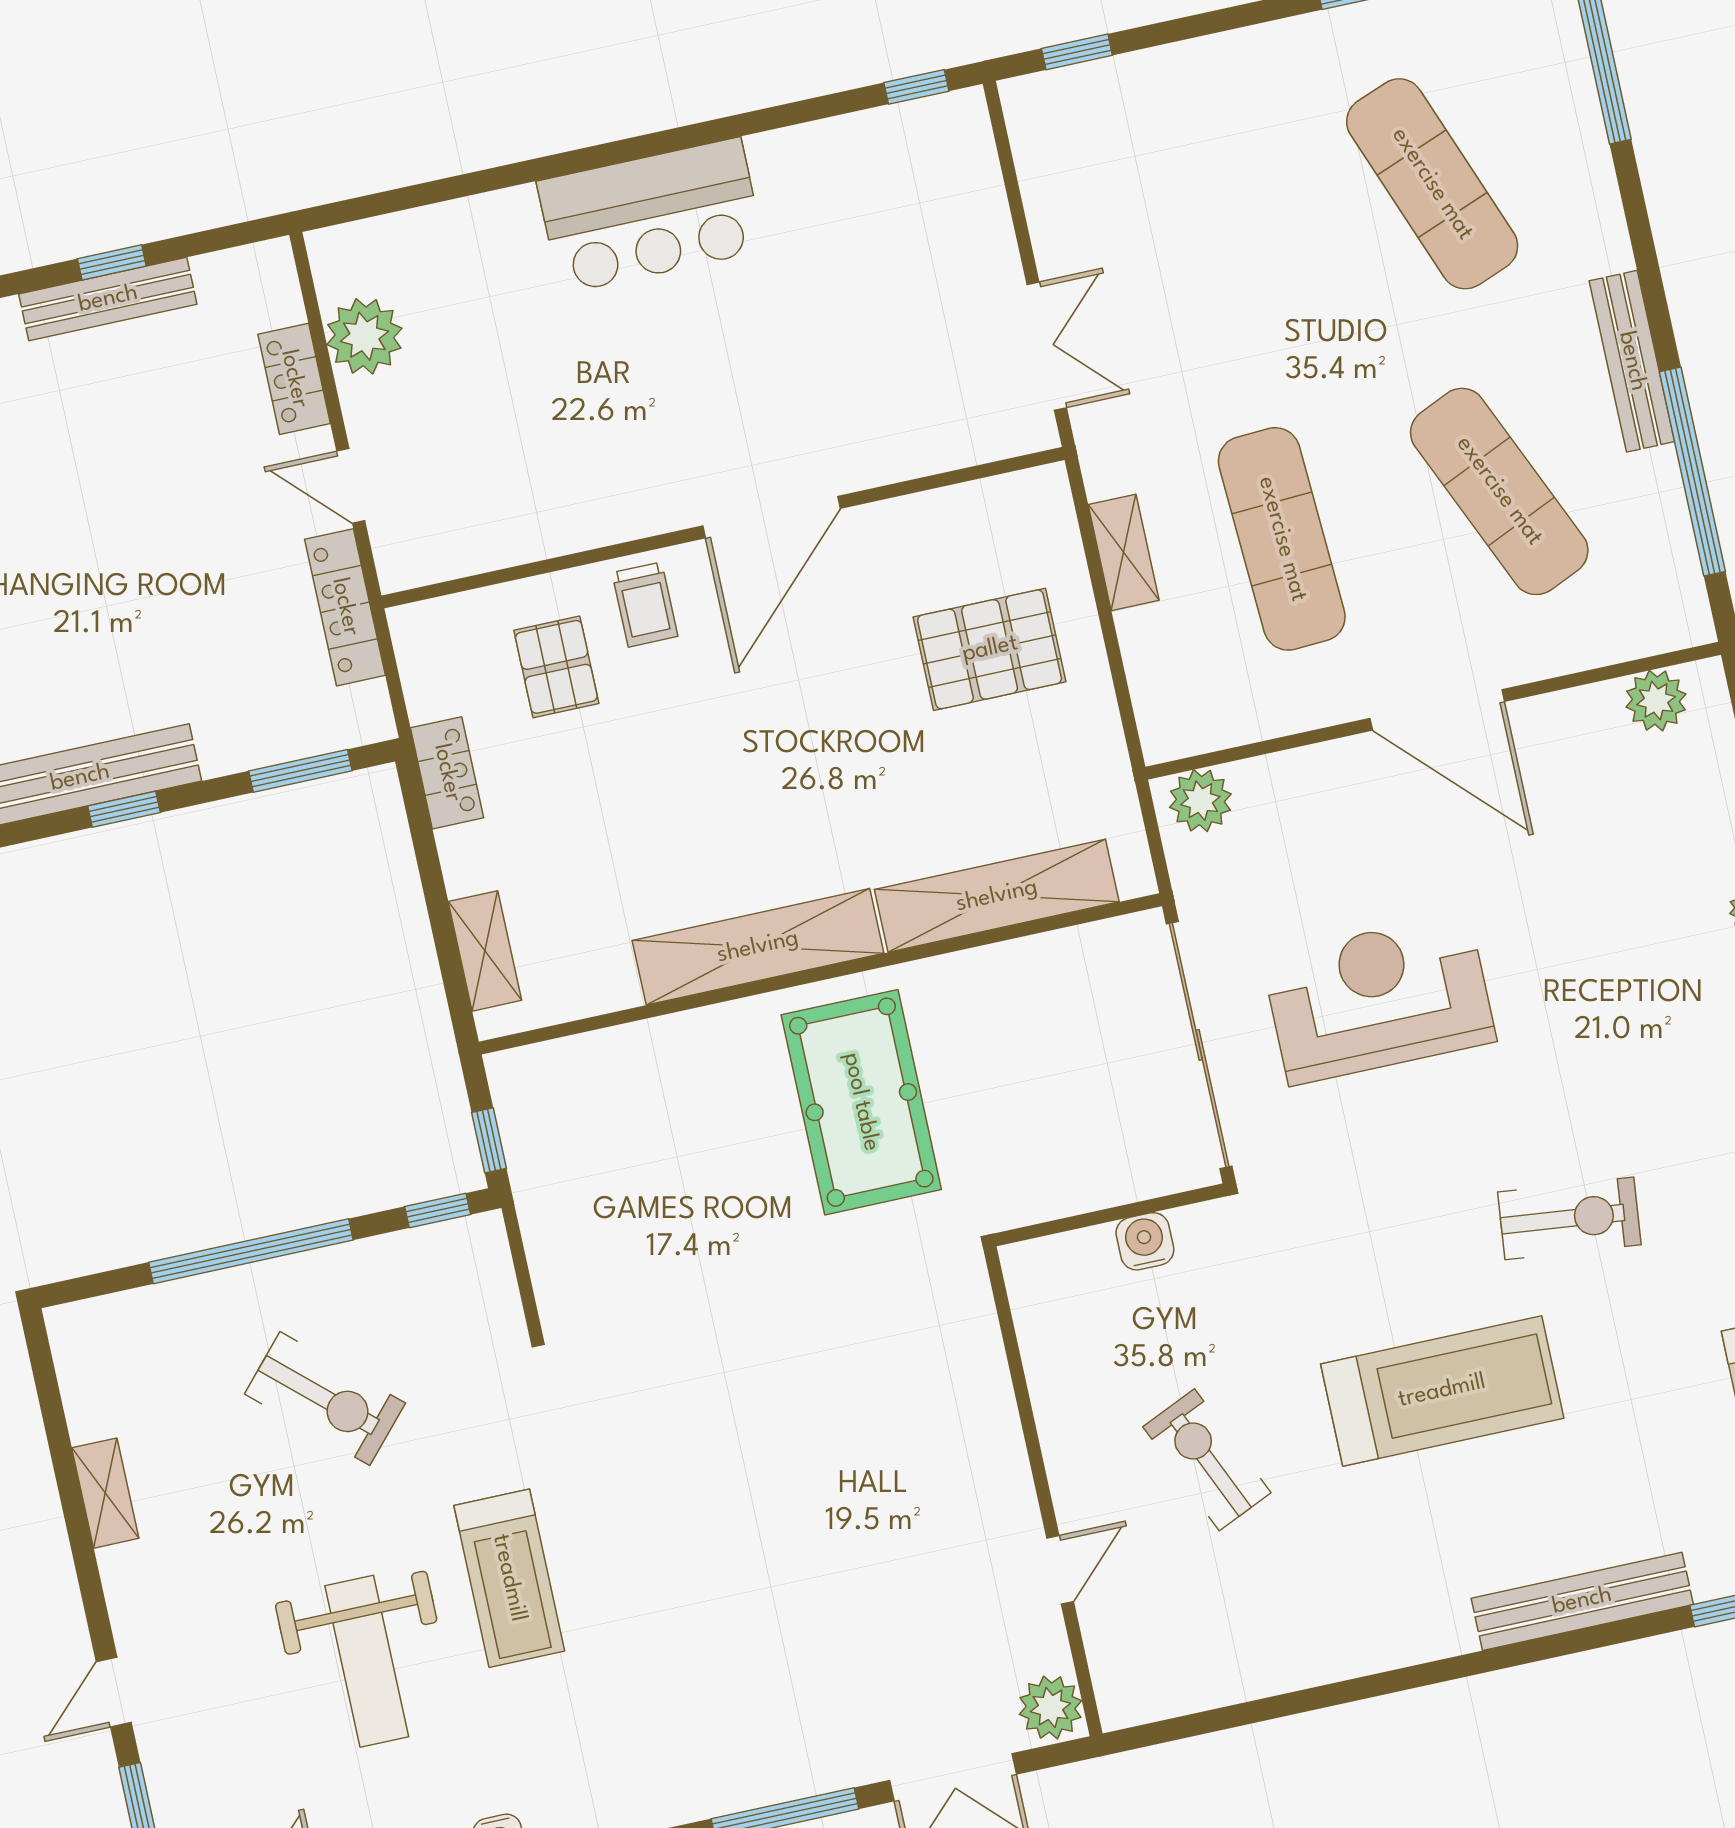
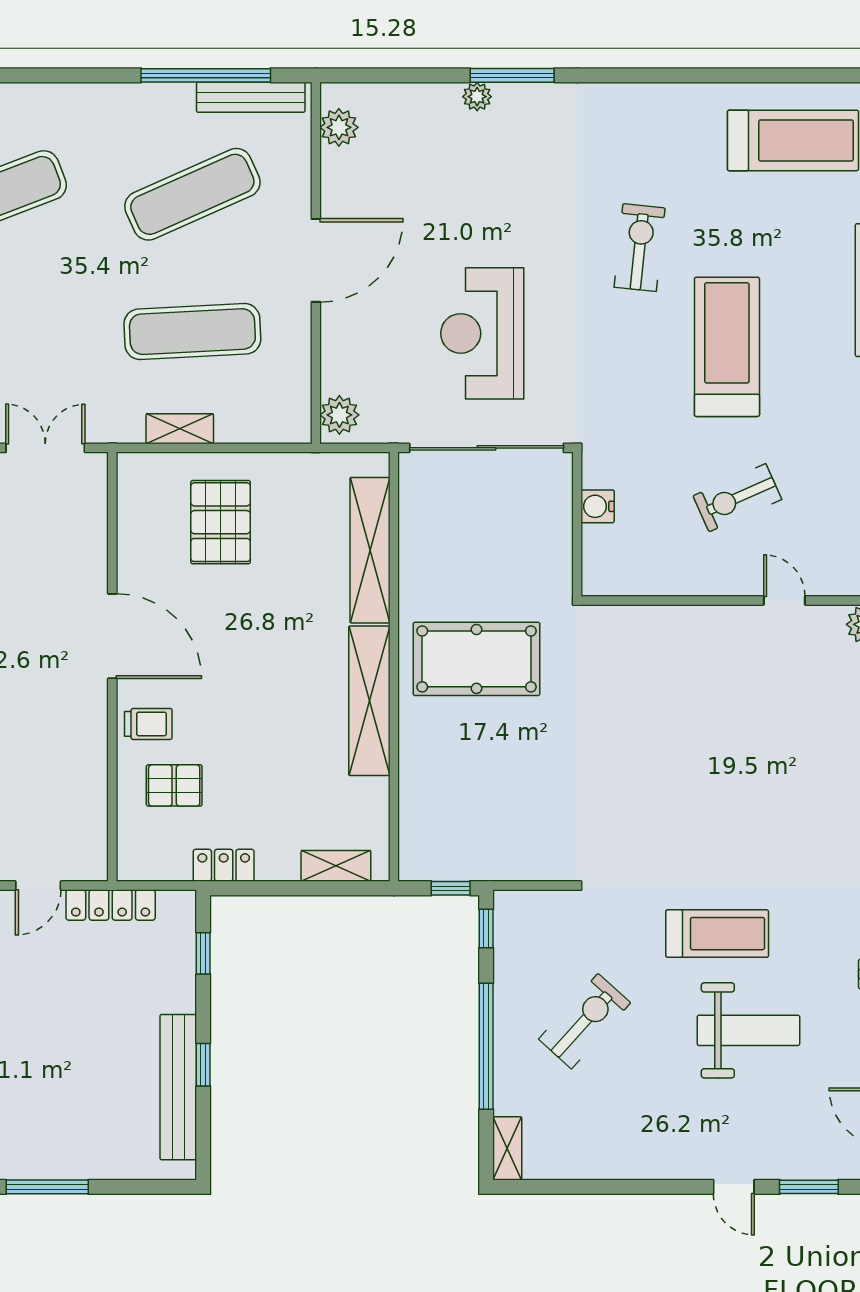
bench: (1632, 361) -> (251, 97), moved
window: (300, 771) -> (203, 953), width x0.67
shelving: (105, 1493) -> (507, 1148), moved, turned 90

